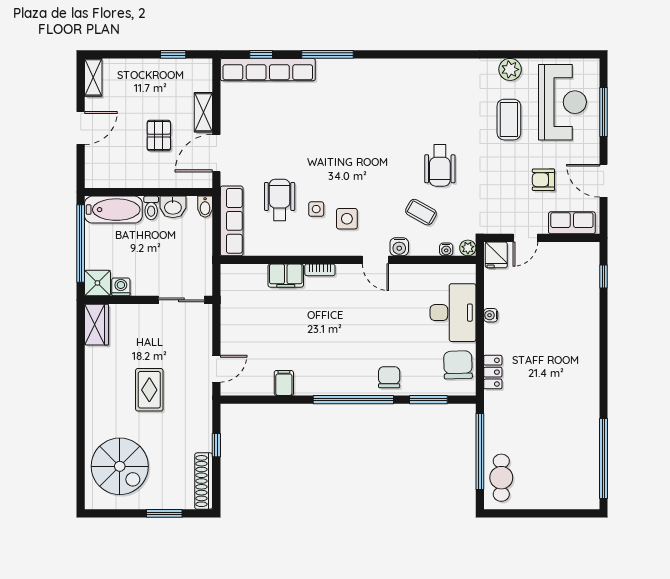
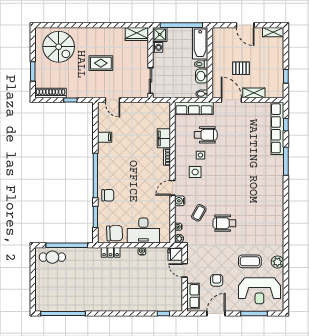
spiral stairs: (120, 466) -> (59, 47), turned -90

